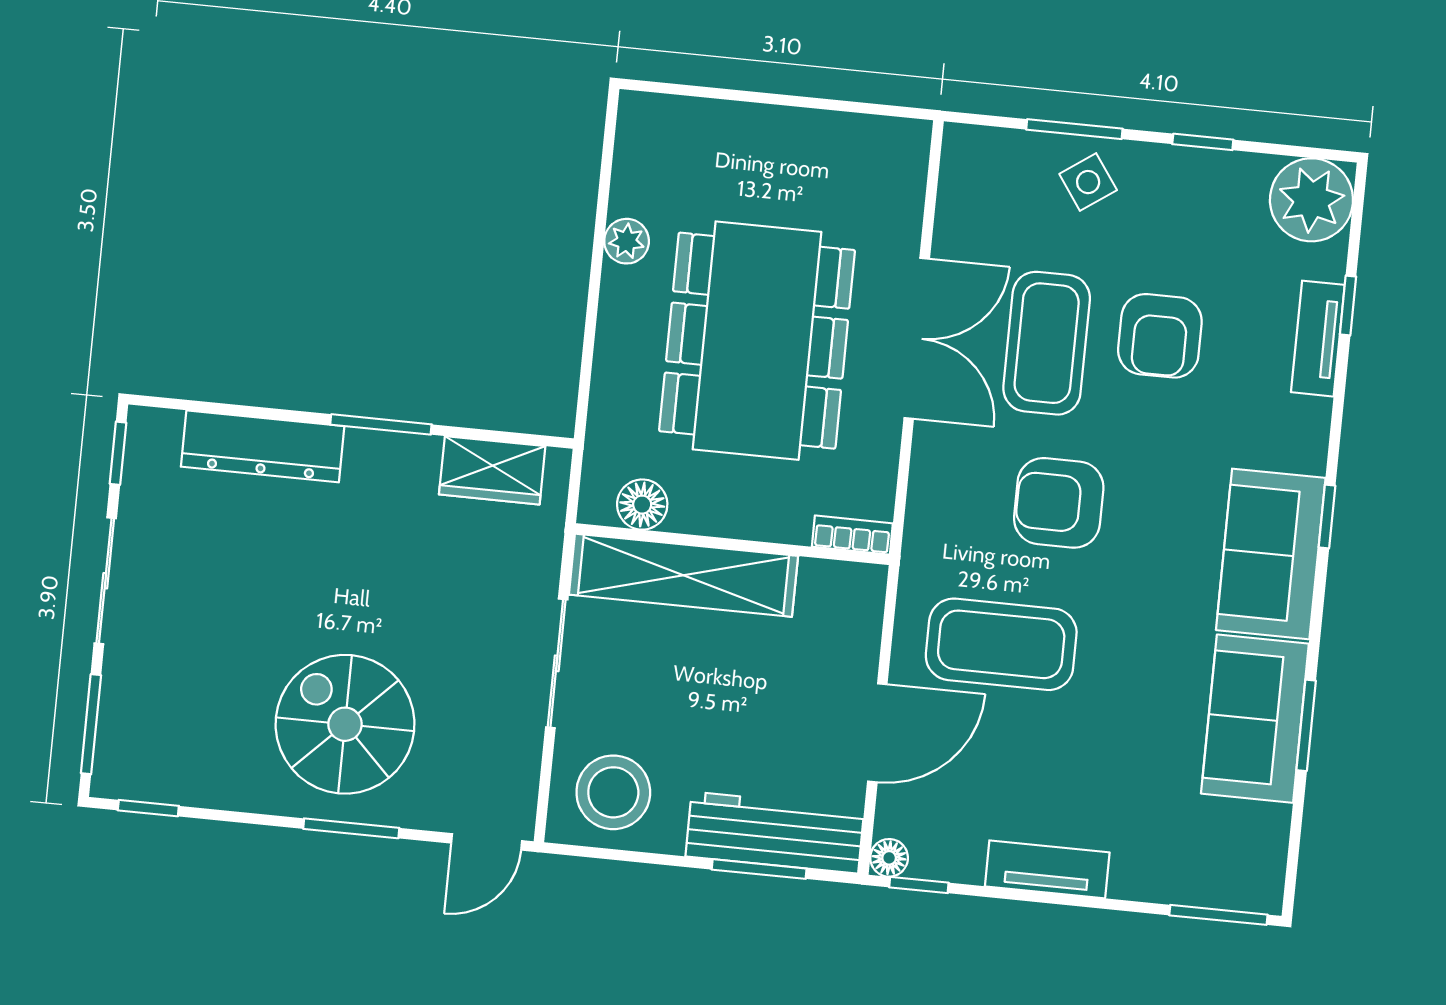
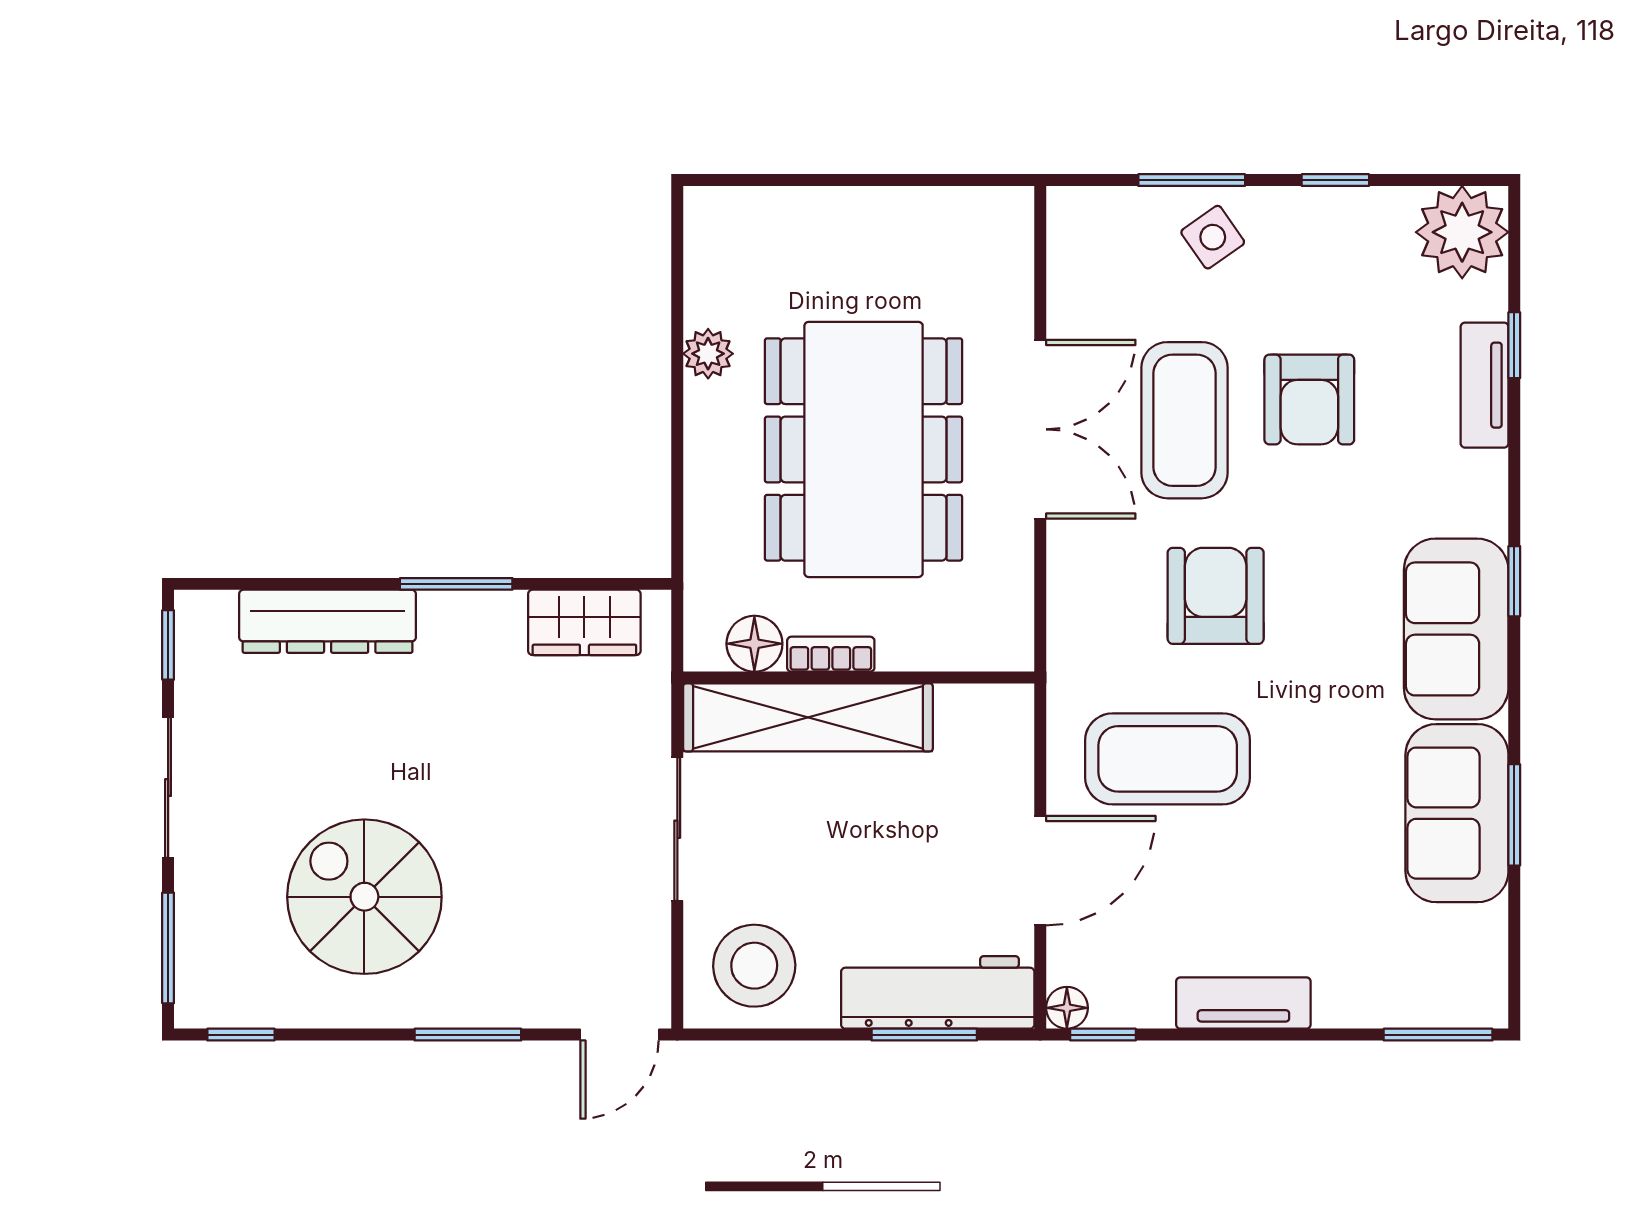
armchair: (1059, 503) -> (1216, 596), turned 90
bookcase: (852, 535) -> (831, 654), moved
spiral stairs: (345, 724) -> (364, 897), moved

